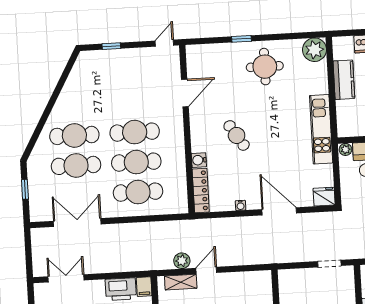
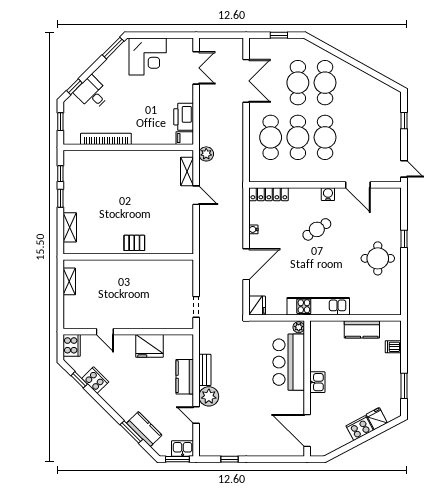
plant: (314, 50) -> (390, 304), removed
water cooler: (199, 160) -> (328, 194), moved
plant: (182, 261) -> (206, 154), moved

